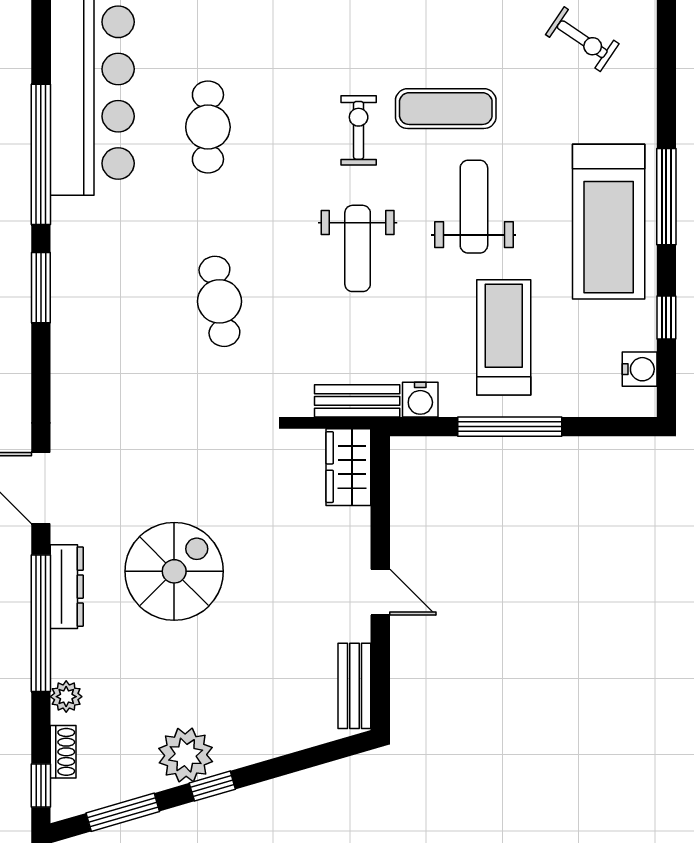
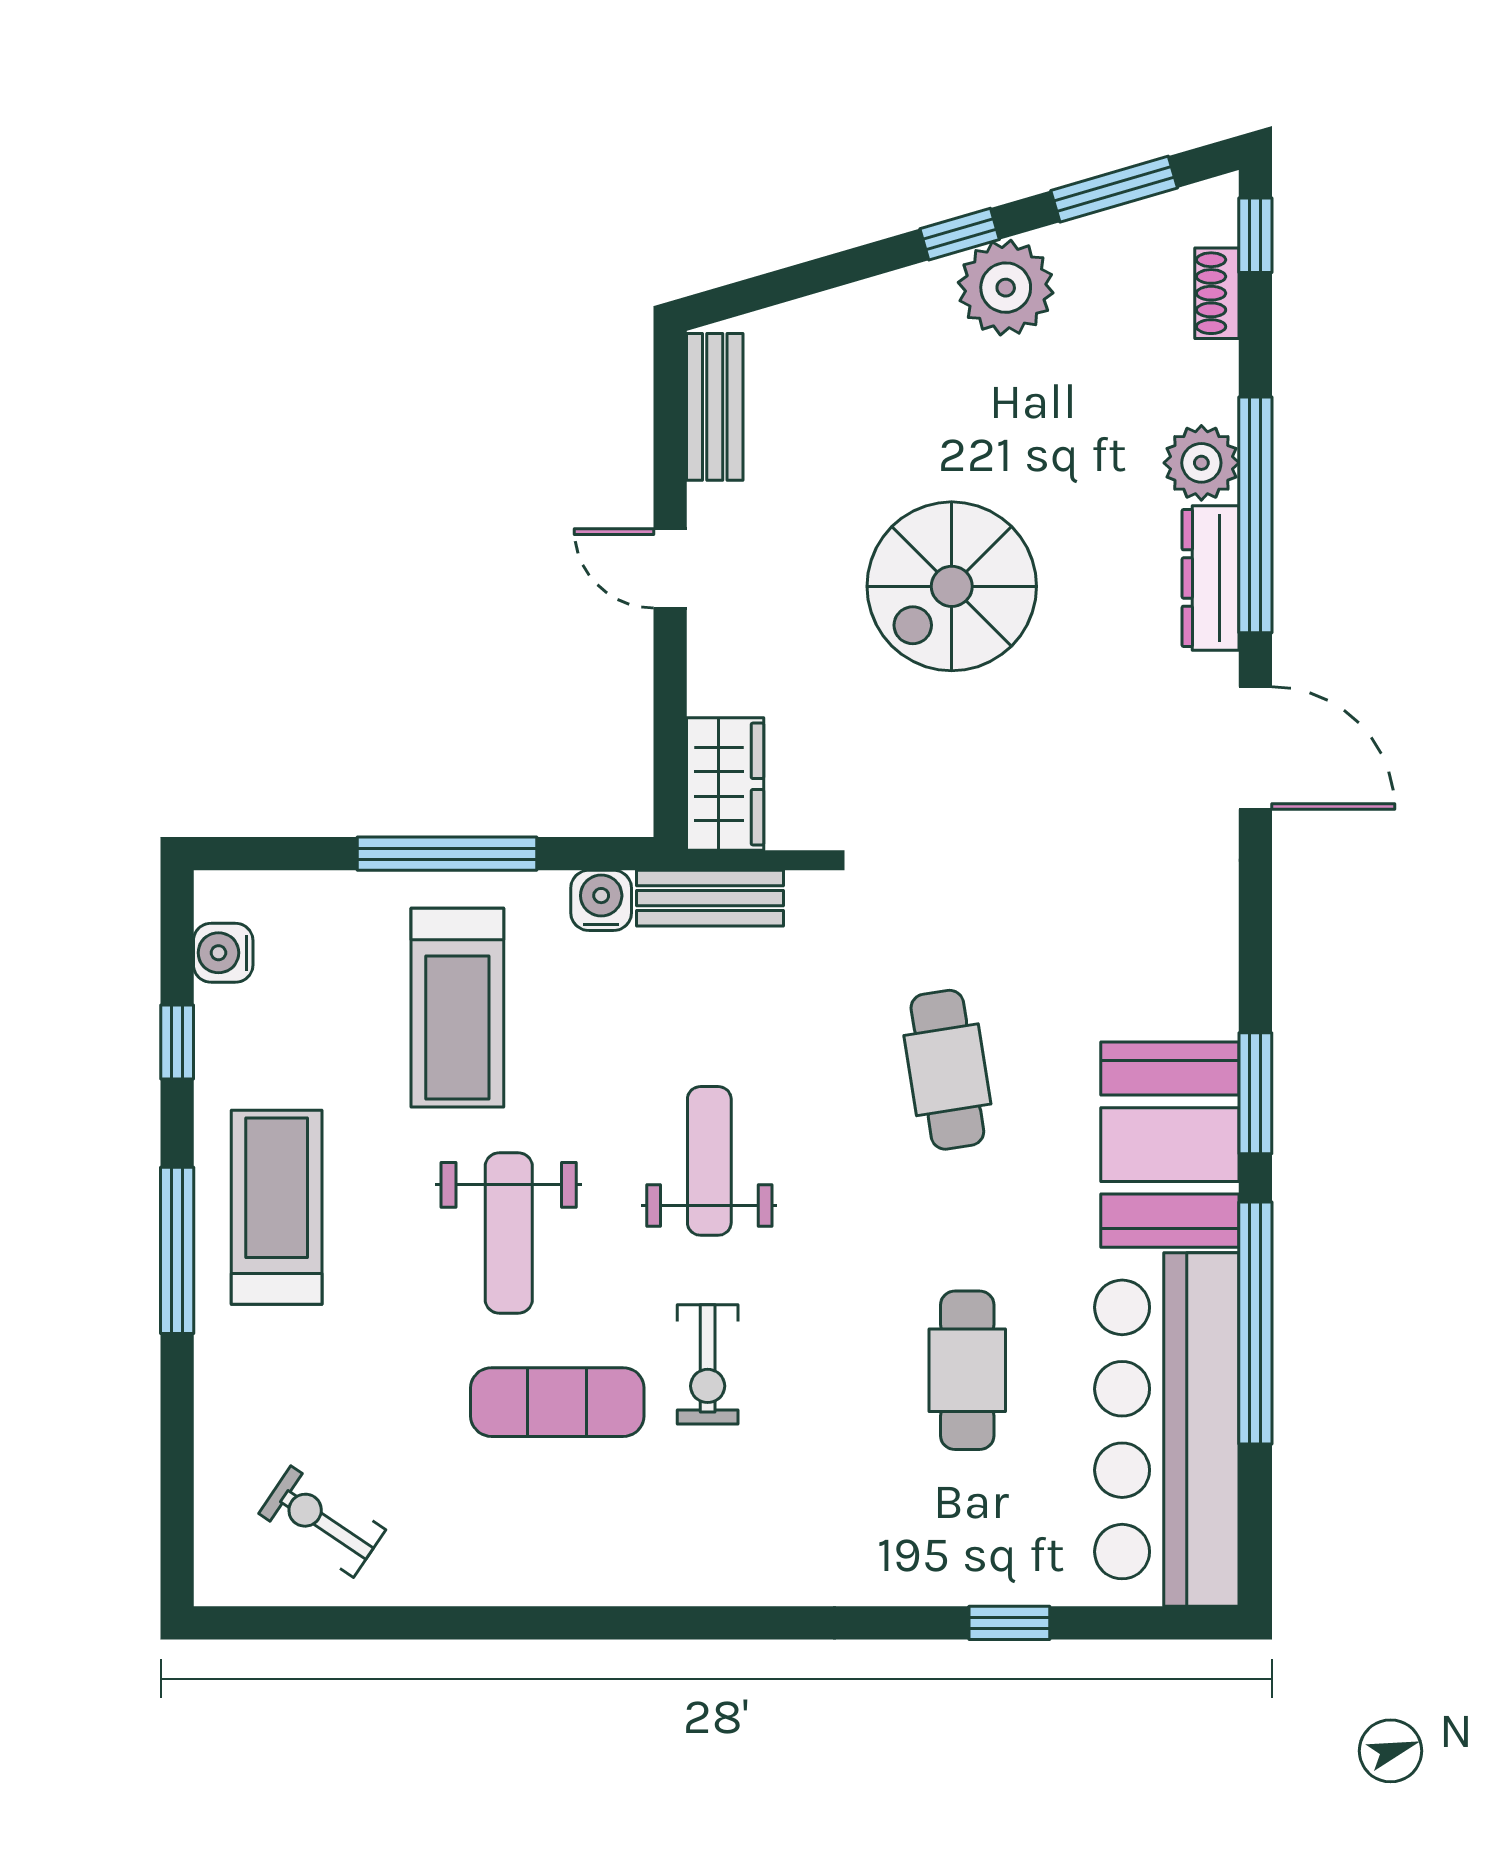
treadmill: (609, 222) -> (277, 1207), width x0.73, depth x0.73
booth: (90, 258) -> (1170, 1145), added
spiral stairs: (174, 571) -> (952, 586), moved
plant: (66, 697) -> (1201, 463), moved, width x1.38, depth x1.38

